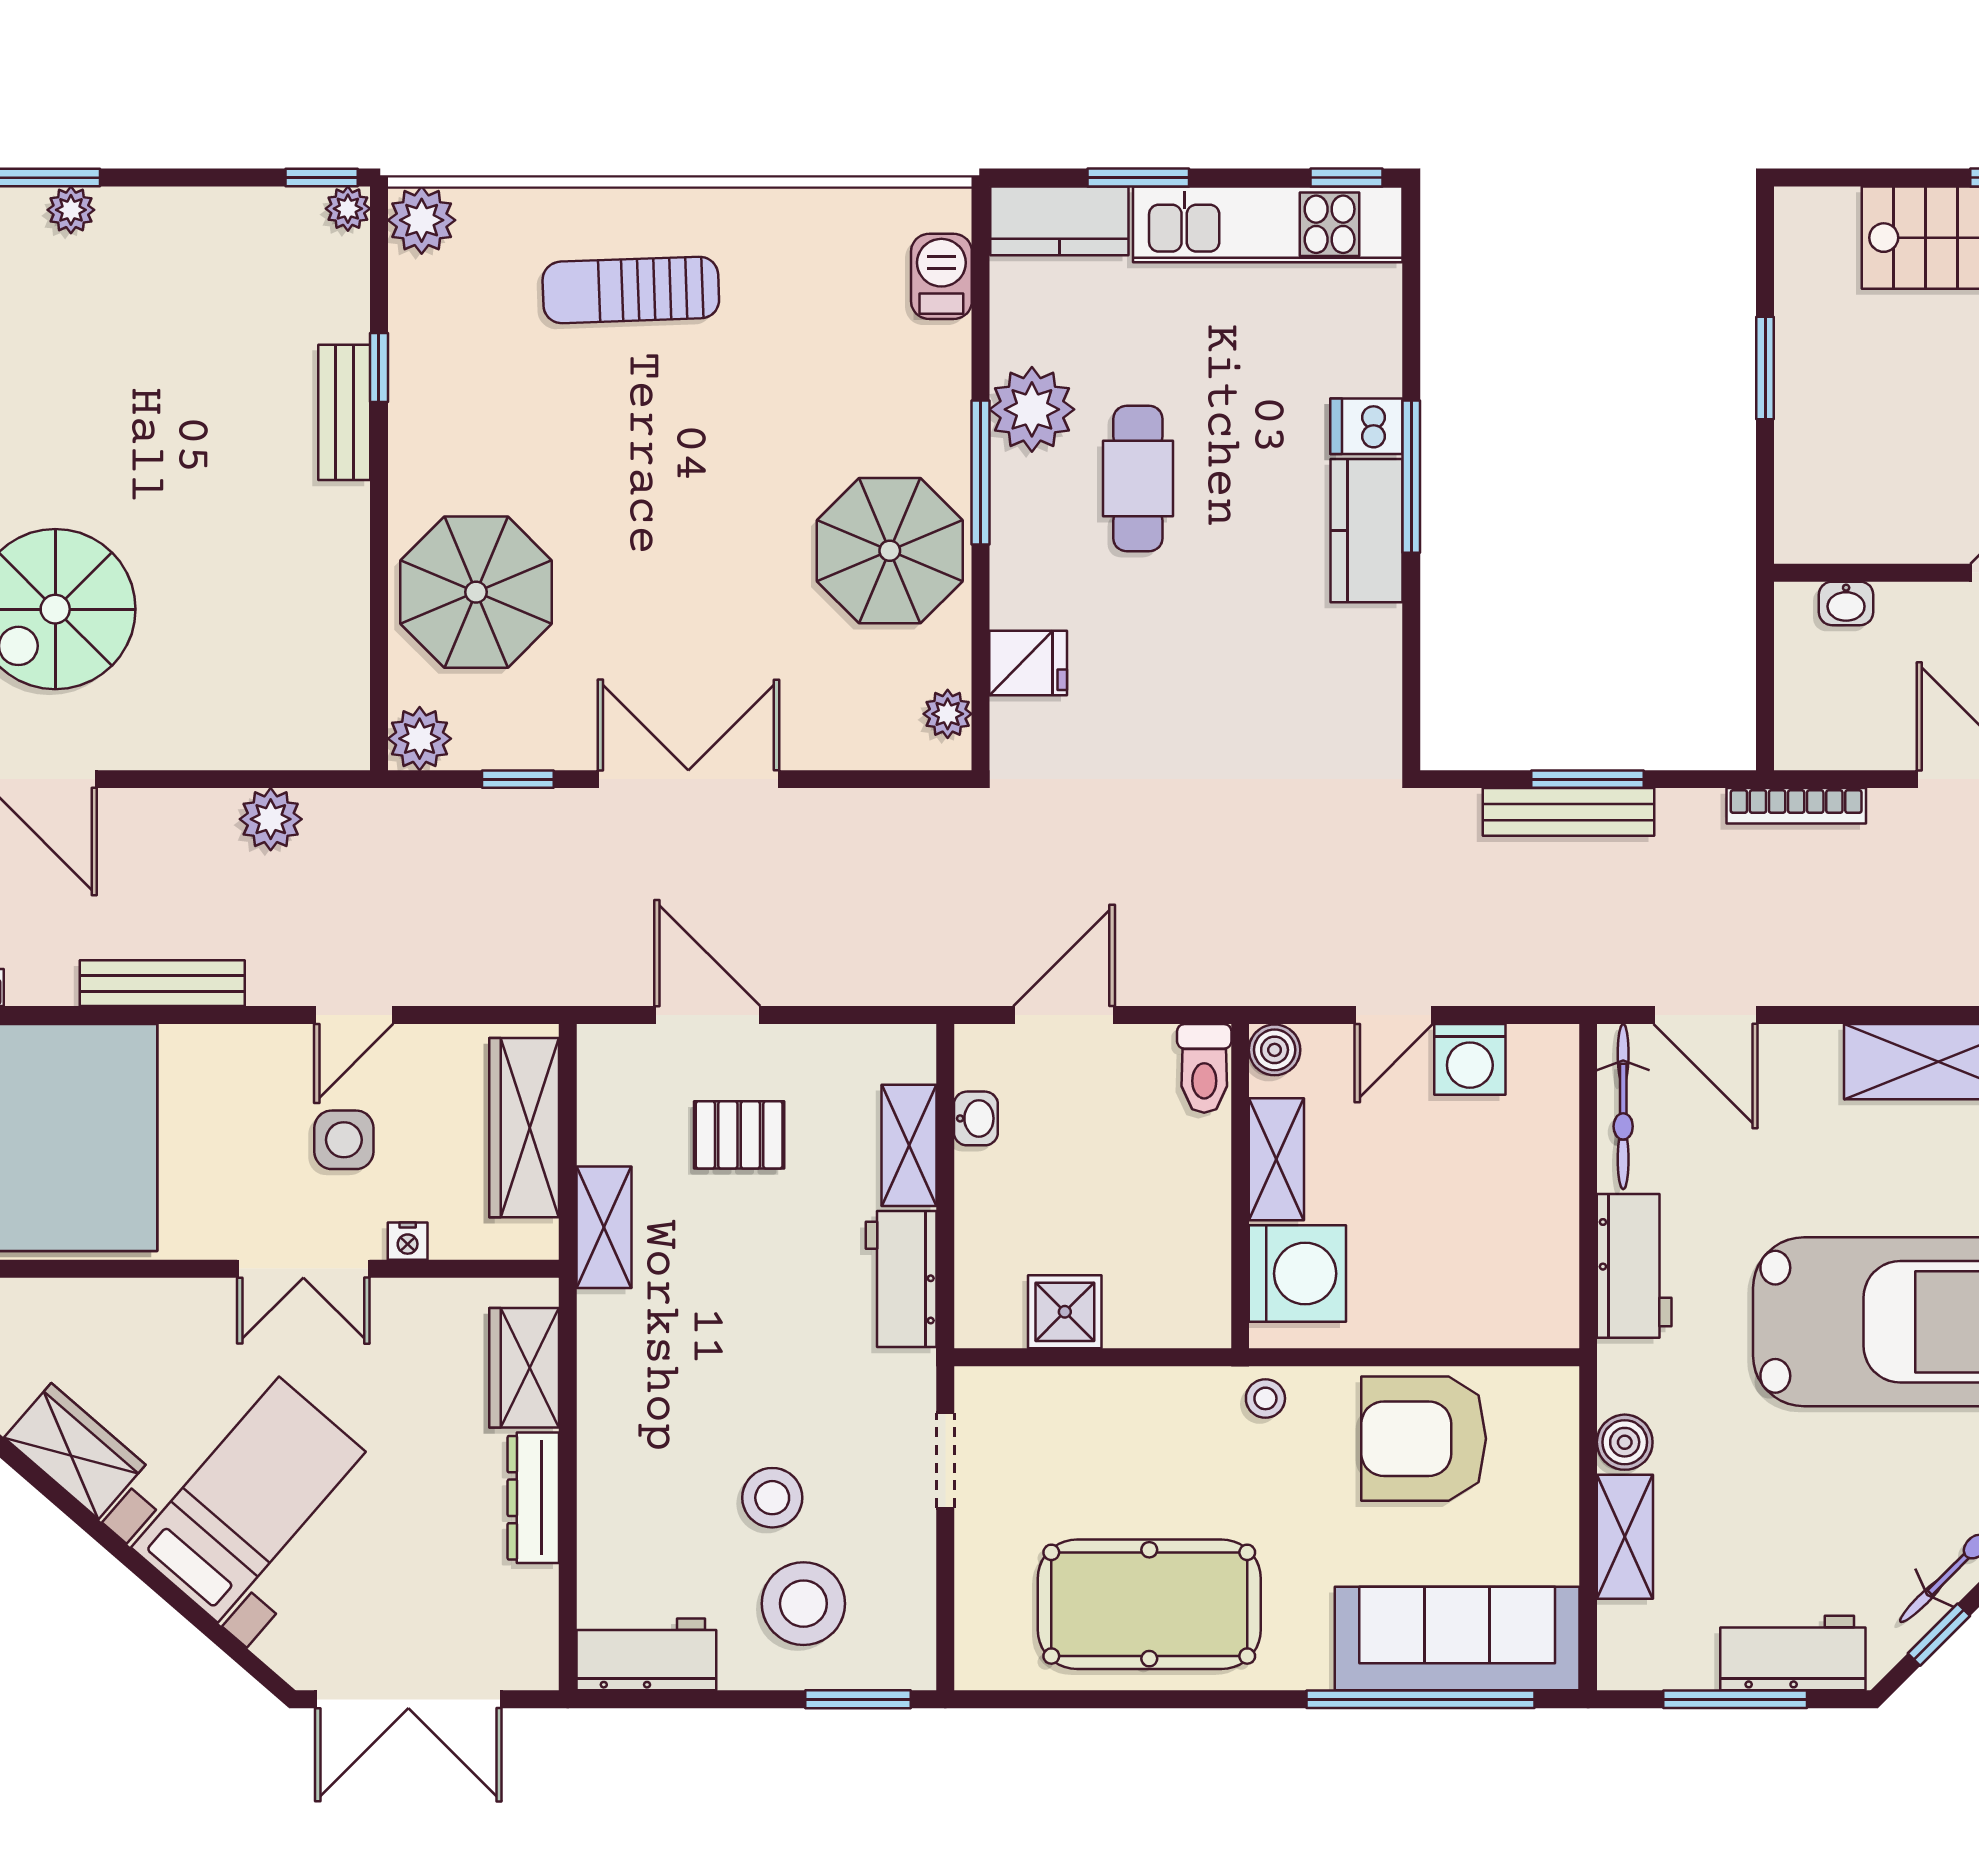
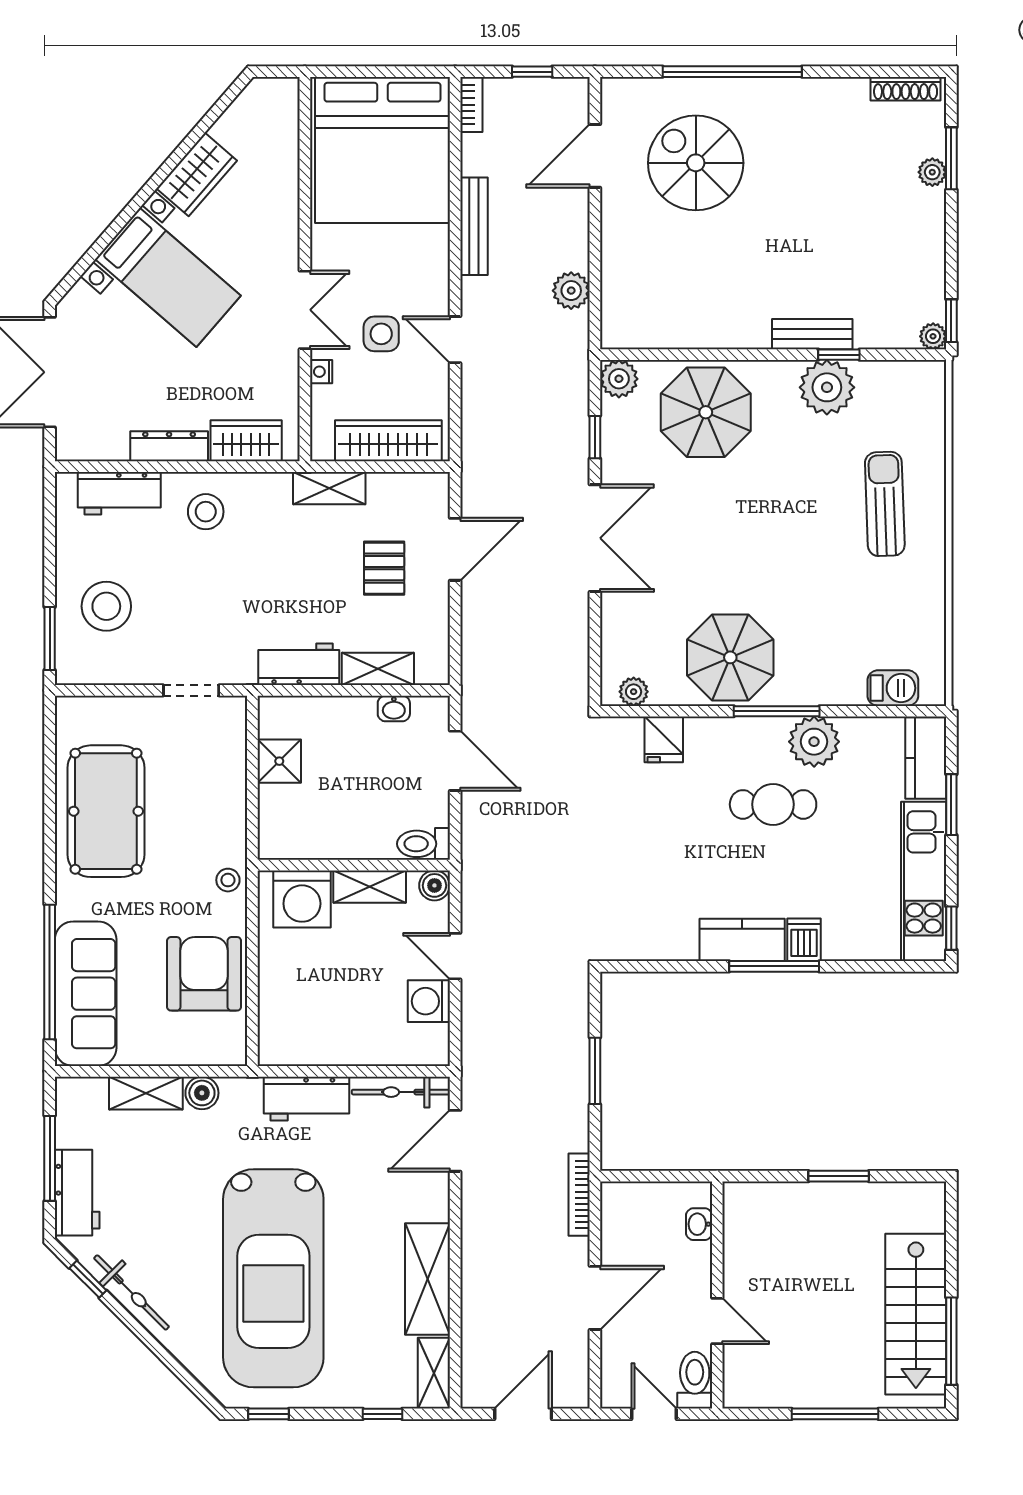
plant: (422, 220) -> (827, 387), moved, width x1.36, depth x1.36
bench: (1569, 812) -> (575, 1060), removed
double door: (303, 1269) -> (305, 310), swing flipped
stool: (772, 1498) -> (206, 512), moved
workbench: (646, 1654) -> (119, 493), moved, turned 90

